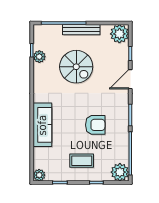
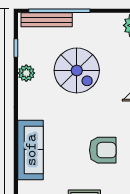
bench: (81, 30) -> (47, 20), moved
plant: (39, 57) -> (26, 73), moved

